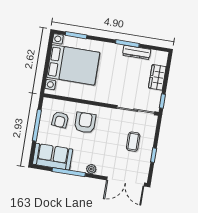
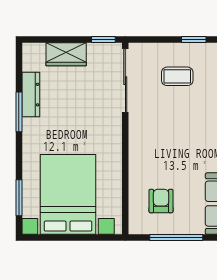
armchair: (60, 120) -> (161, 201), turned -95
armchair: (85, 123) -> (159, 160), removed

